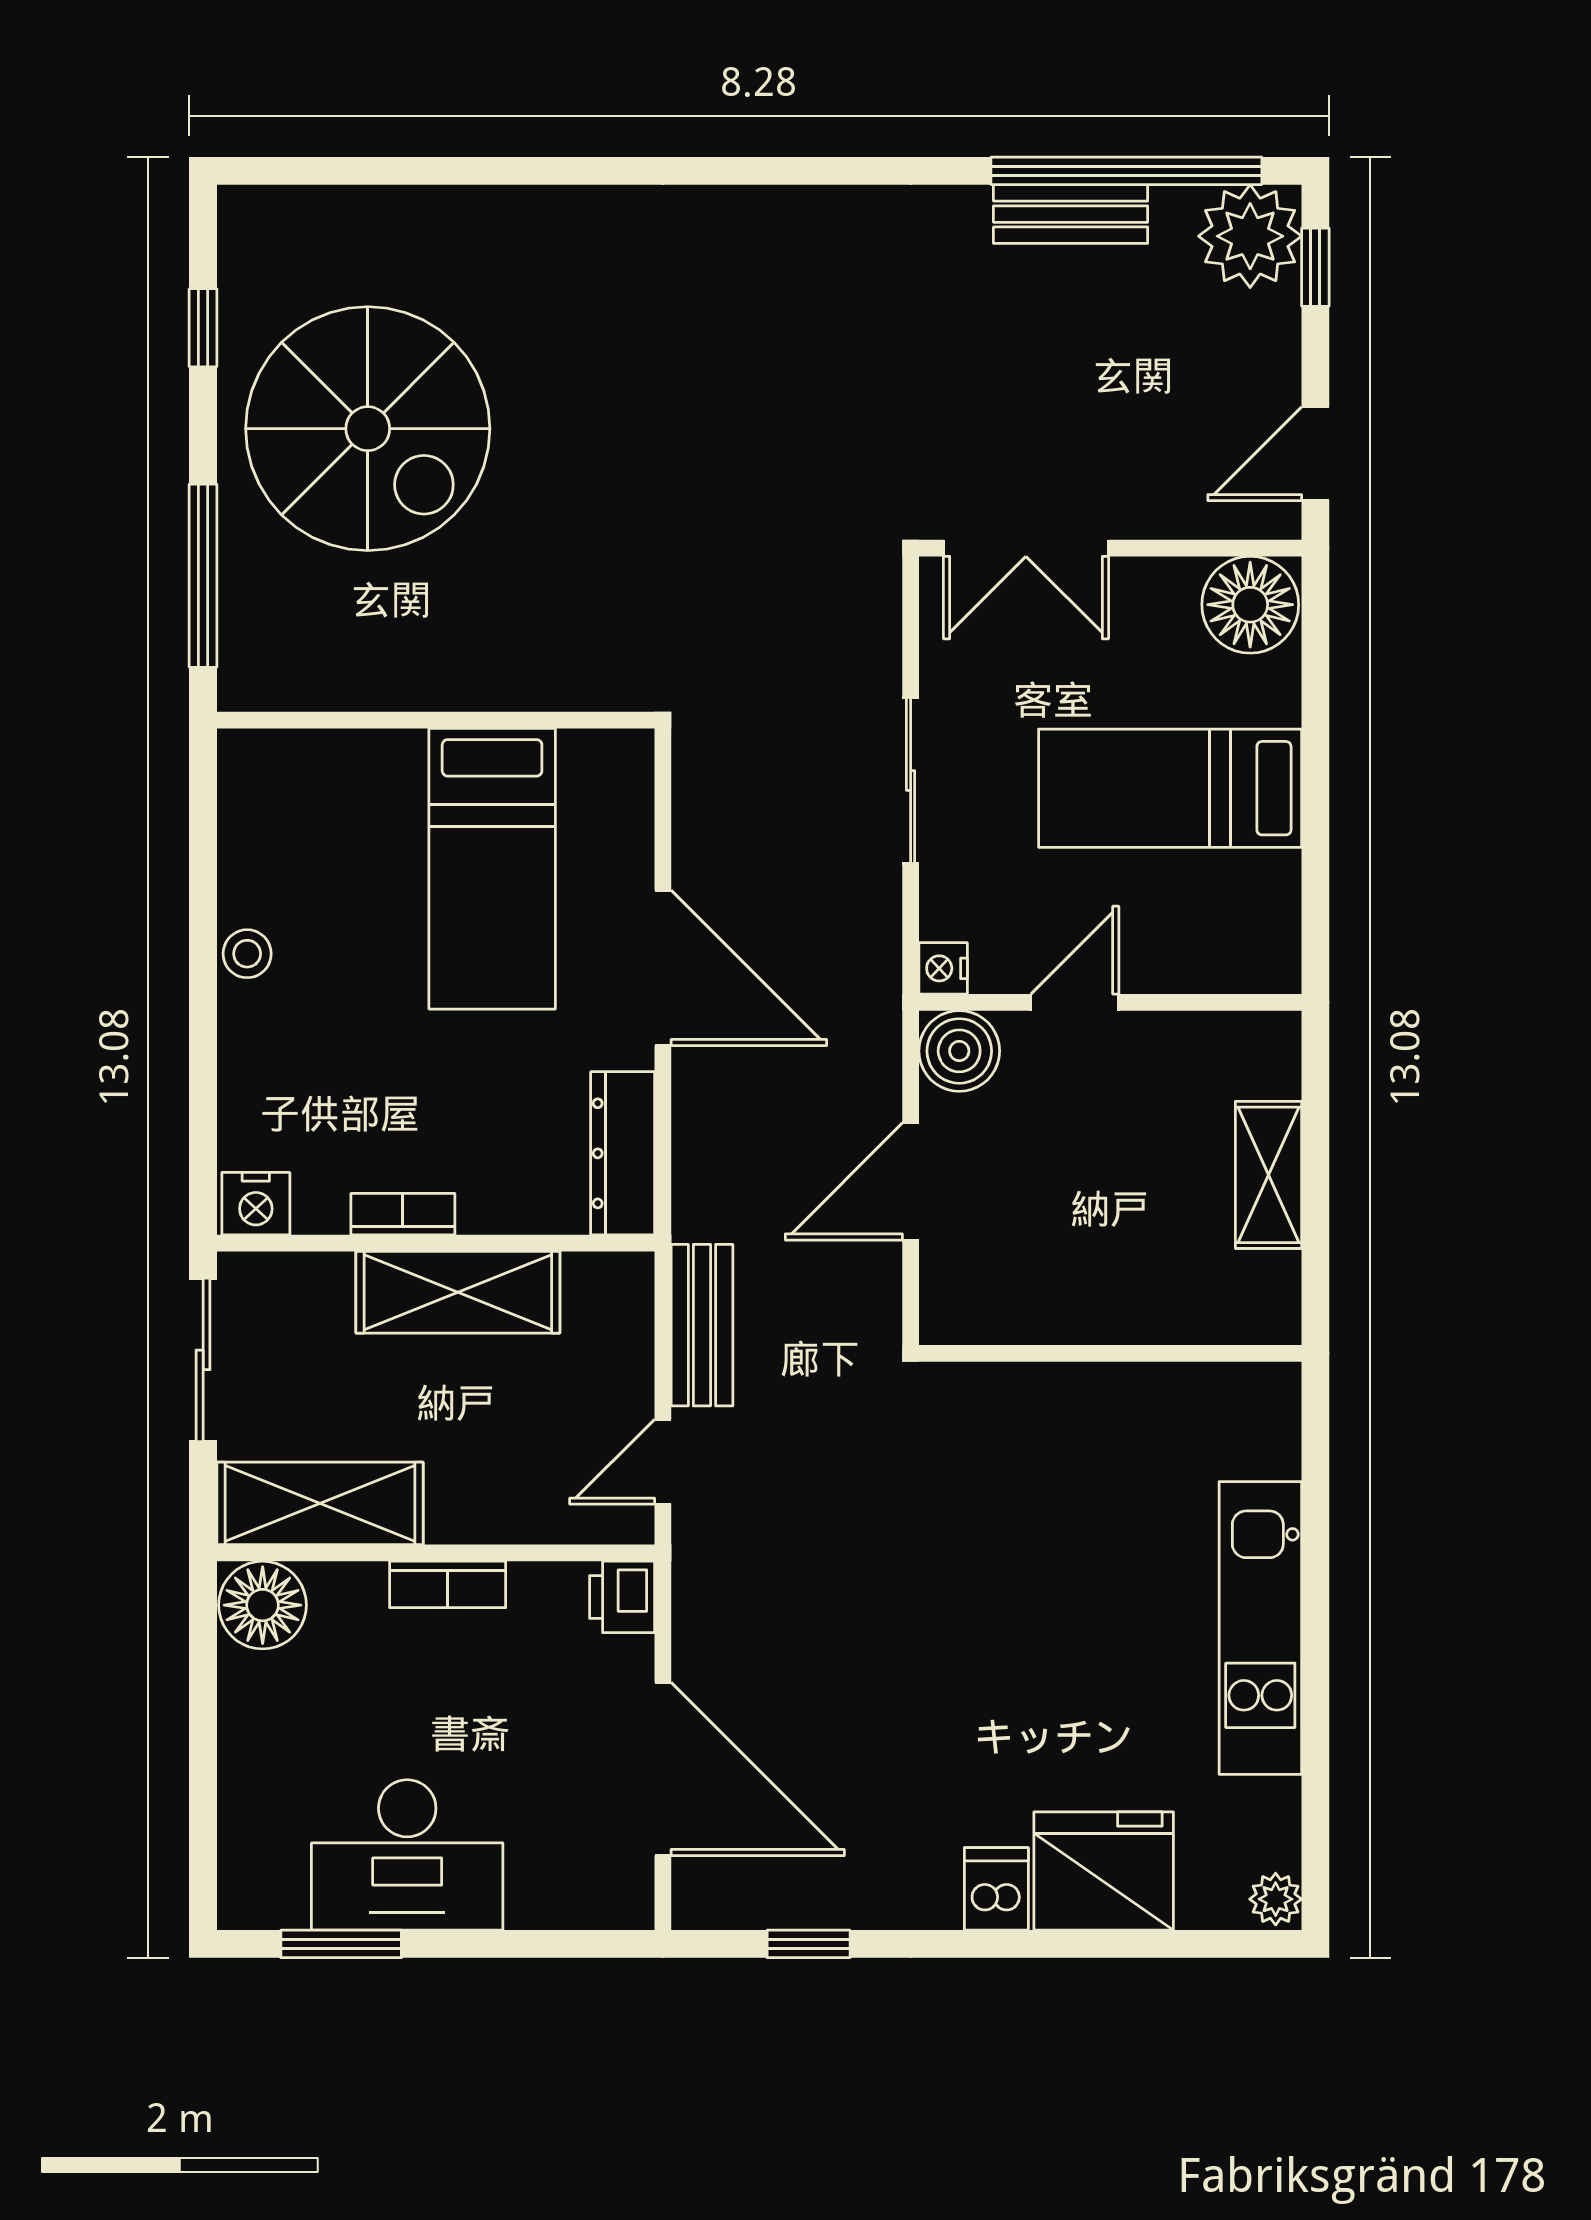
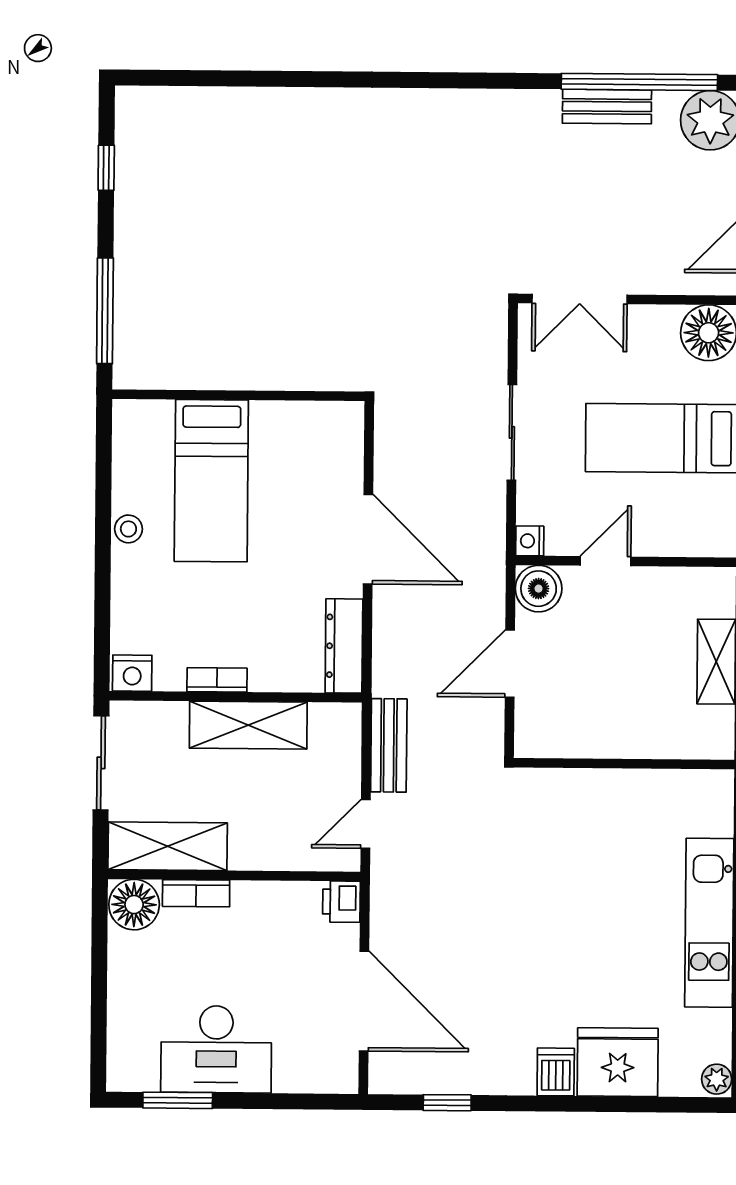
spiral stairs: (368, 429) -> (201, 227), removed
bed: (492, 869) -> (211, 481), moved
bookcase: (448, 1584) -> (196, 893), moved

